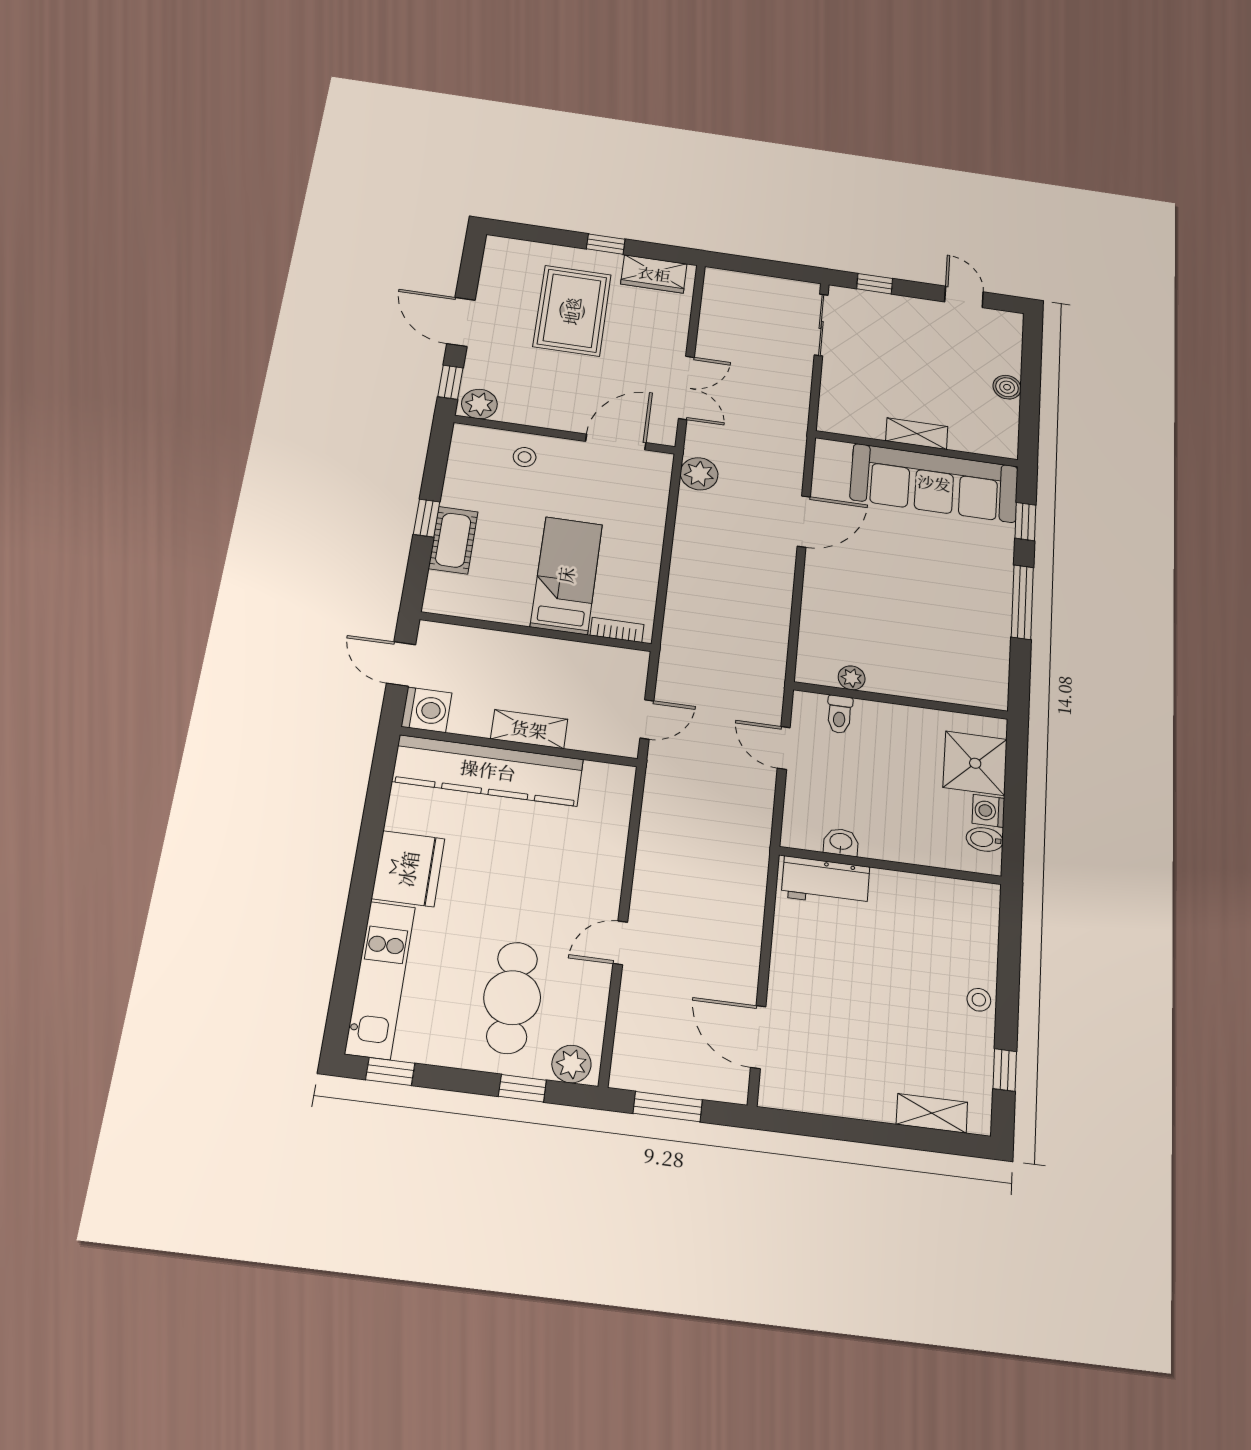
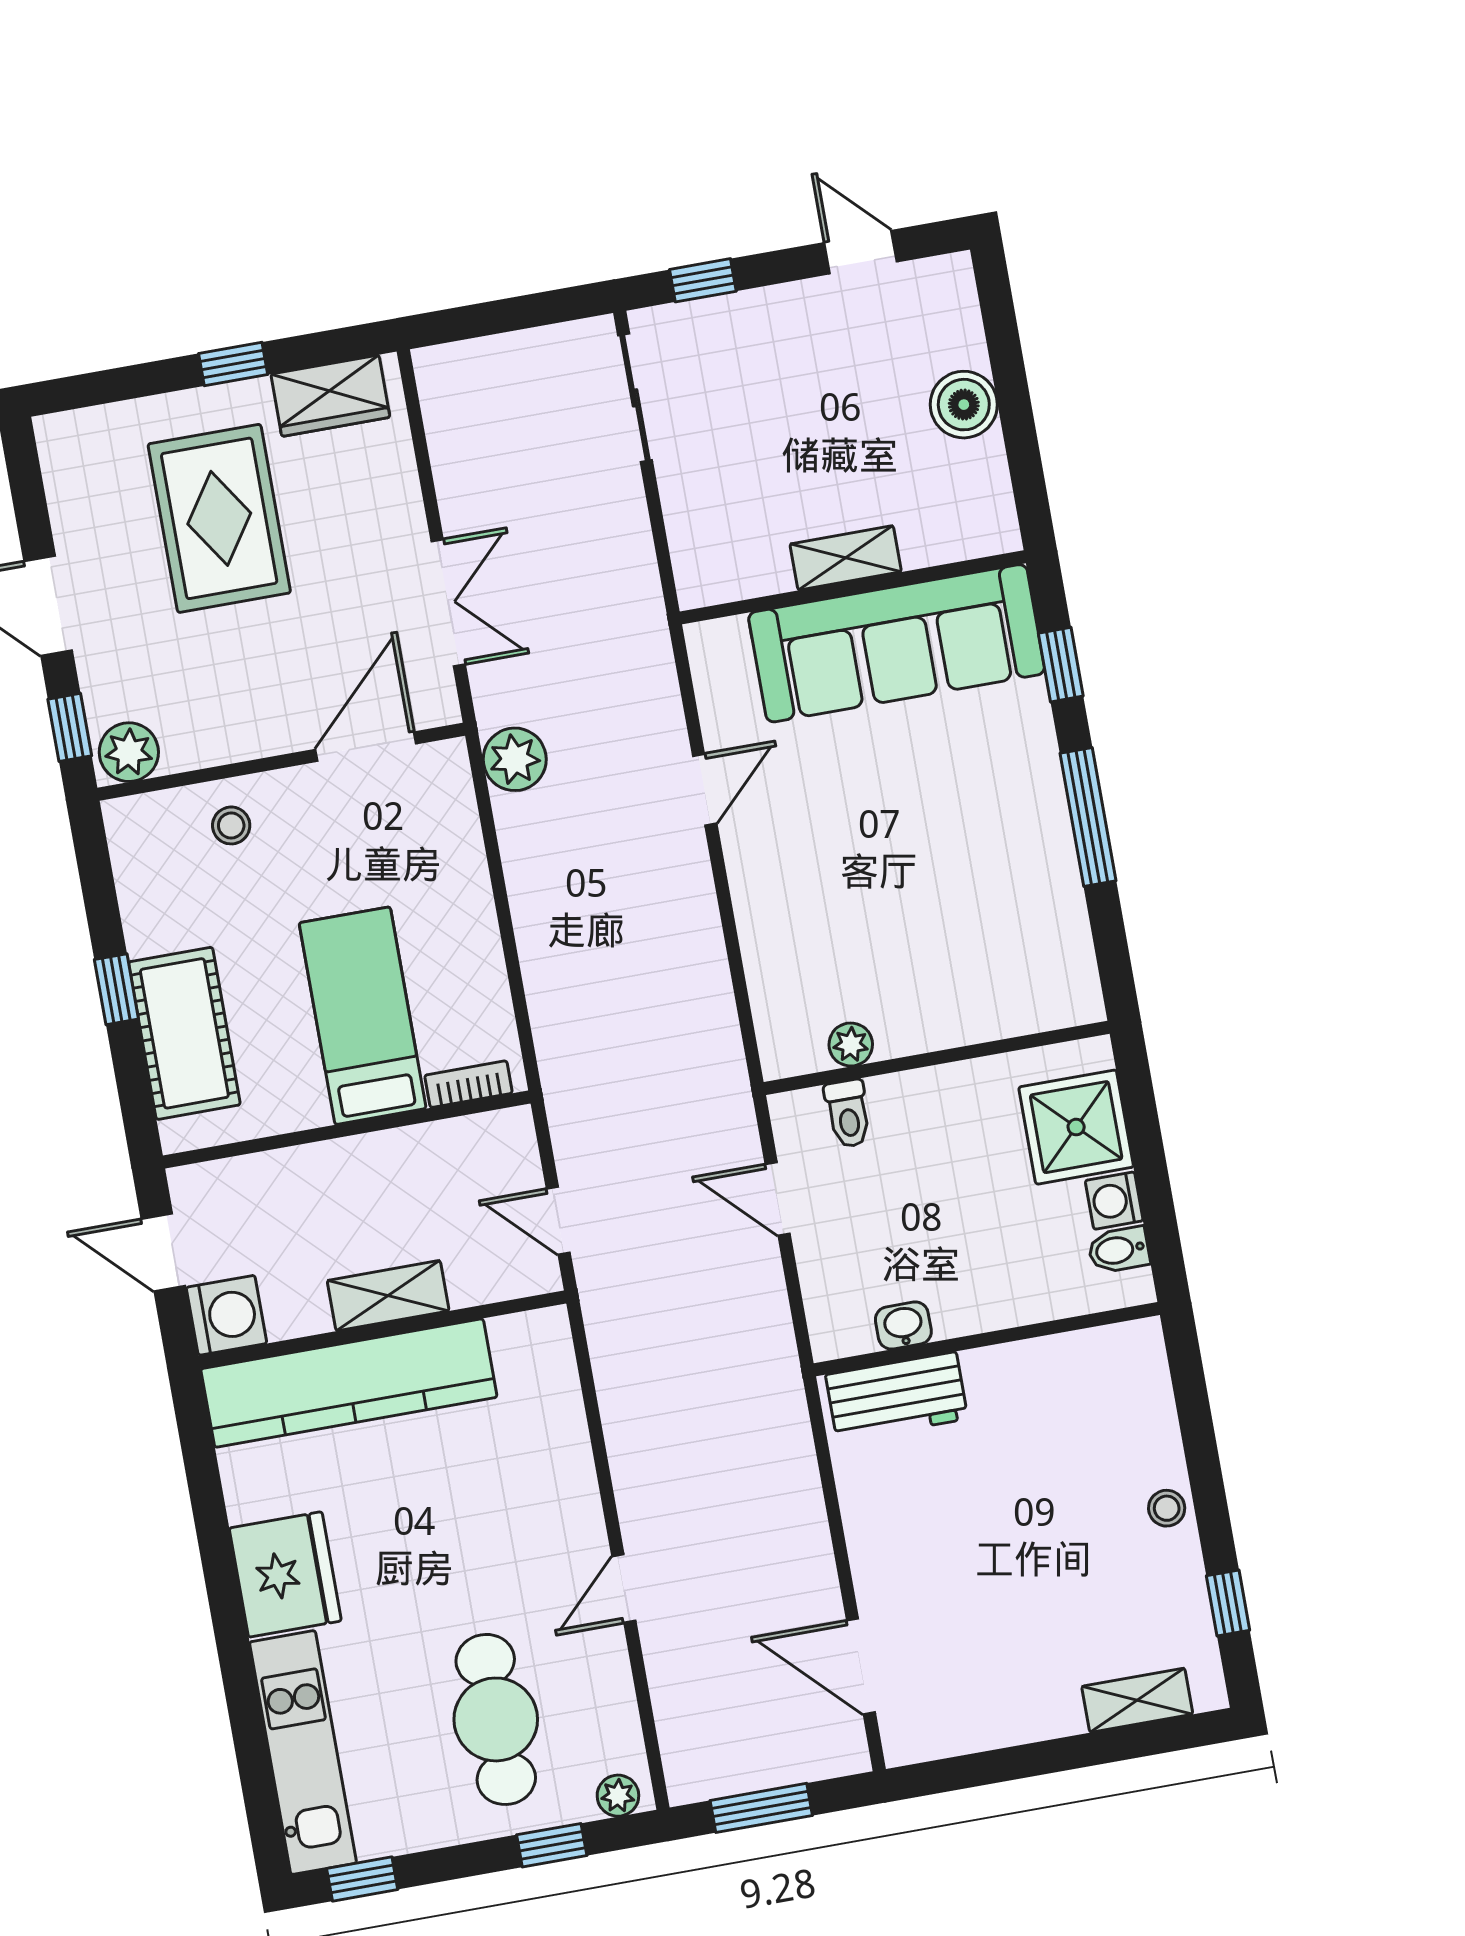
boiler: (1007, 387) -> (964, 405), width x1.36, depth x1.36
door: (804, 522) -> (705, 790), width x0.73
cot: (453, 540) -> (184, 1033), width x1.37, depth x1.34
door: (647, 719) -> (558, 1221), swing flipped
plant: (571, 1064) -> (618, 1796), width x0.73, depth x0.73

